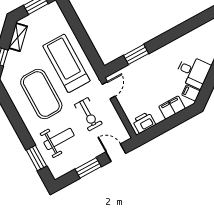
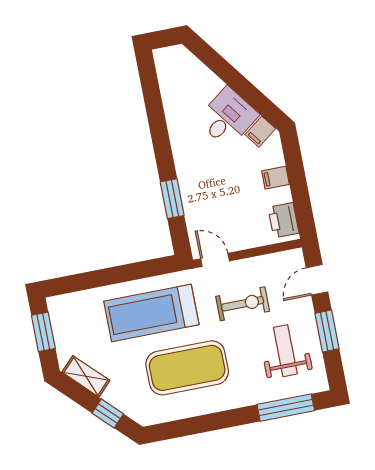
filing cabinet: (172, 108) -> (276, 178), width x0.50
weight bench: (59, 139) -> (285, 351), moved
window: (36, 158) -> (286, 408), width x1.44

